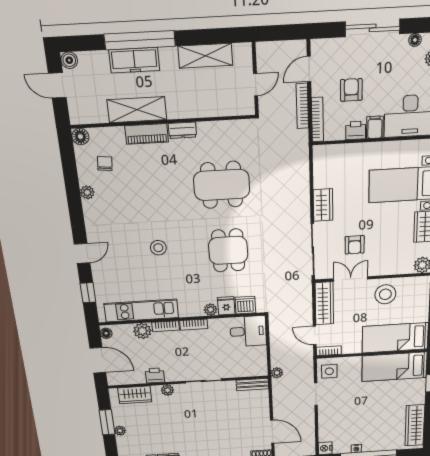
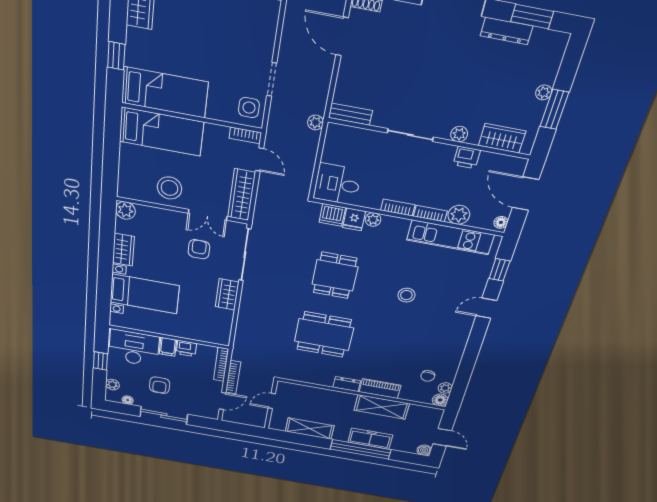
armchair: (351, 90) -> (160, 385), moved
plant: (87, 192) -> (445, 388), moved

